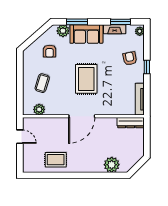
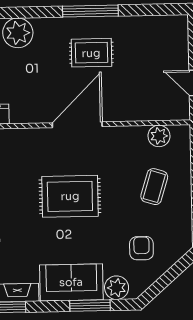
rug: (86, 79) -> (70, 196), turned 90
rug: (56, 160) -> (91, 53), moved
window: (74, 175) -> (90, 11), added

